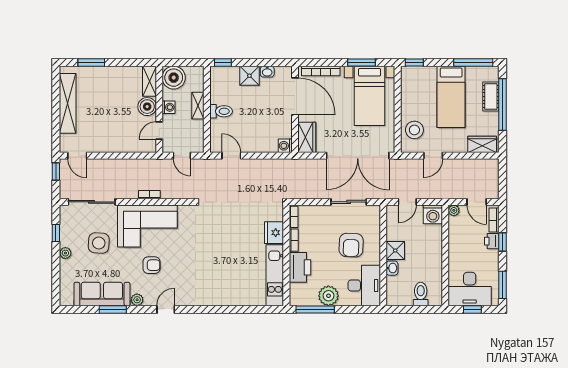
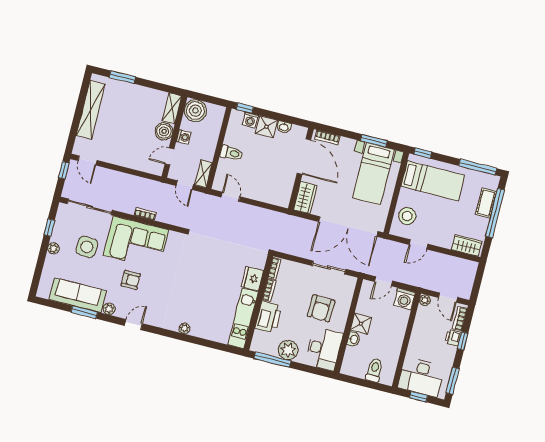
bookcase: (321, 71) -> (327, 137), width x0.64
bed: (451, 97) -> (433, 181), moved, turned -90
shelving: (198, 106) -> (203, 174), moved
washing machine: (285, 146) -> (250, 120), moved, turned -90
plant: (218, 300) -> (184, 328), added

